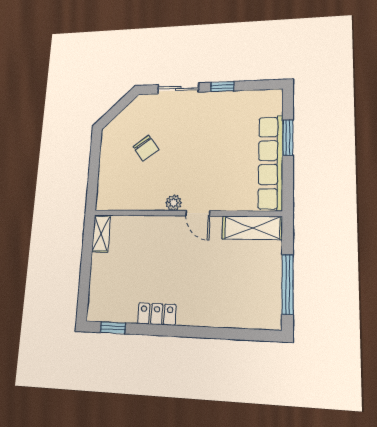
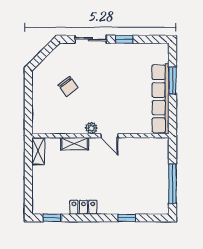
shelving: (252, 228) -> (75, 144), moved, width x0.67, depth x0.75
window: (218, 333) -> (127, 218), added

